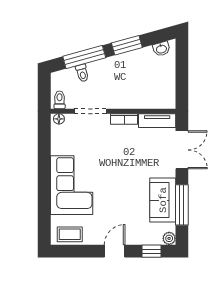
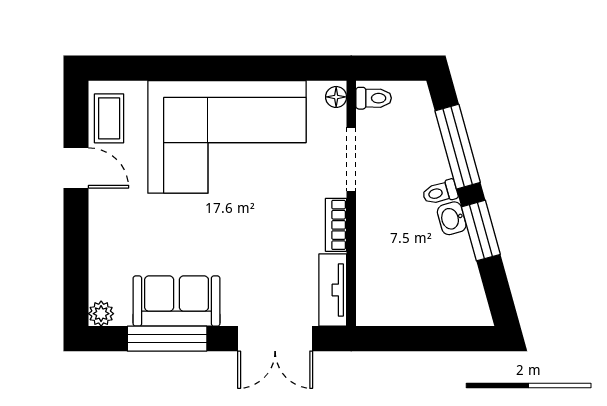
washbasin: (161, 49) -> (452, 218), moved
toilet: (82, 73) -> (440, 192), moved
corner sofa: (72, 185) -> (227, 137), width x1.36, depth x1.36
door: (115, 251) -> (76, 168), moved
window: (151, 251) -> (76, 279), removed

